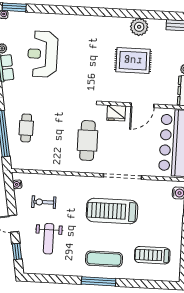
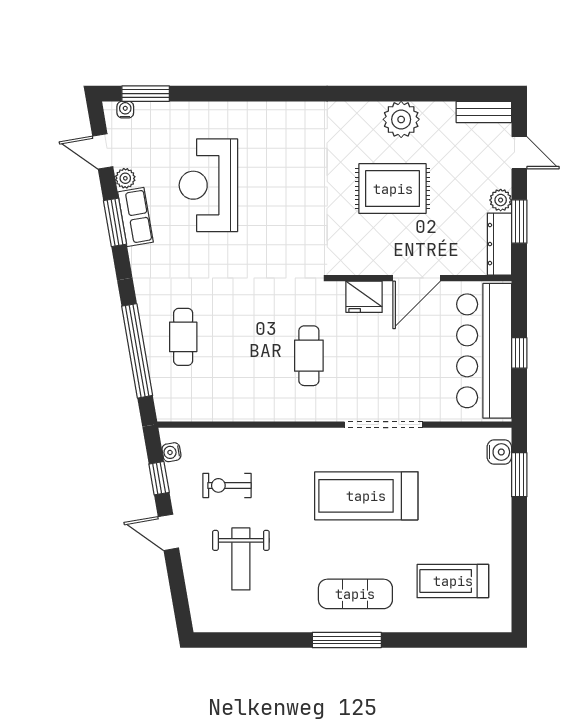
cafe table: (87, 141) -> (309, 356), width x0.73, depth x0.74
window: (17, 251) -> (159, 478), moved

